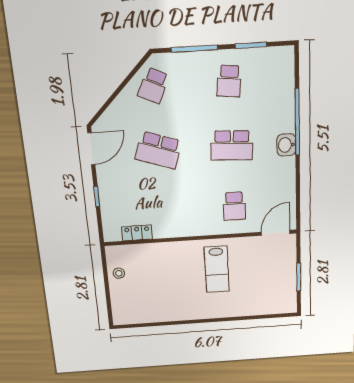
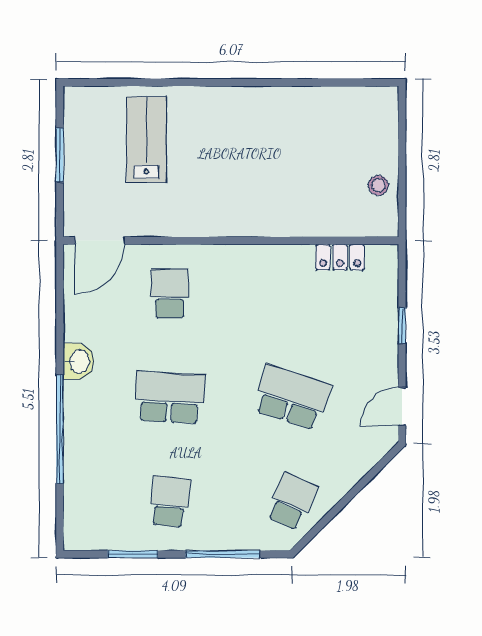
washbasin: (286, 145) -> (79, 361), moved
door: (91, 149) -> (402, 407), width x0.73
lab bench: (217, 269) -> (146, 140), moved

